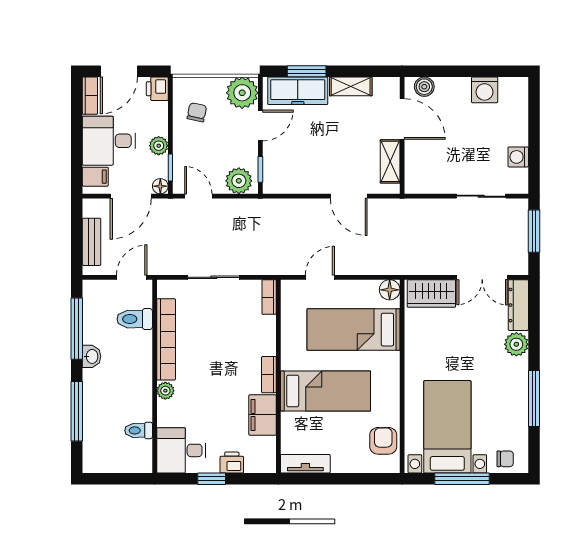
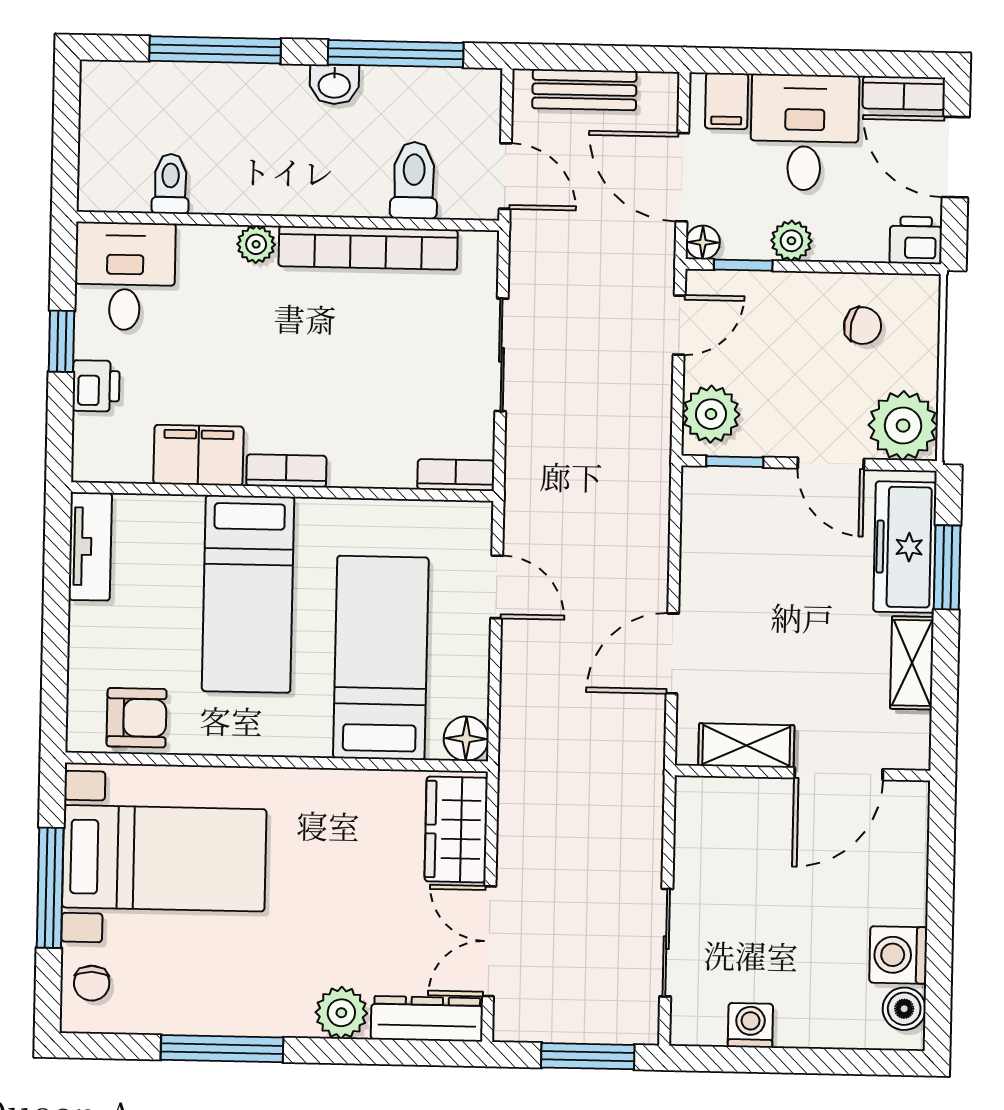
boiler: (424, 87) -> (904, 1009), moved

